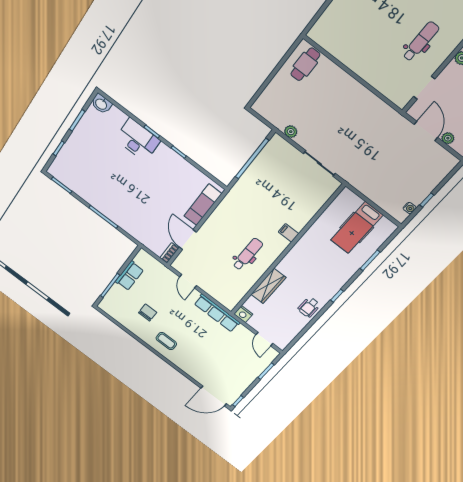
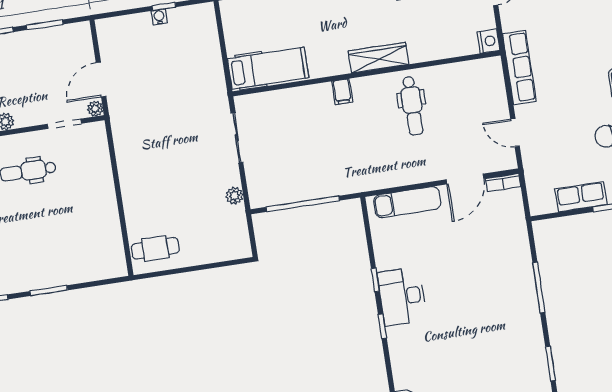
plant: (448, 138) -> (95, 109), moved
desk: (138, 140) -> (402, 296), moved
water cooler: (410, 208) -> (159, 17), moved
hospital bed: (357, 228) -> (268, 68), moved
dental chair: (248, 254) -> (412, 106), turned -90
door: (188, 281) -> (515, 132), swing flipped
wardrobe: (268, 286) -> (379, 58), moved

